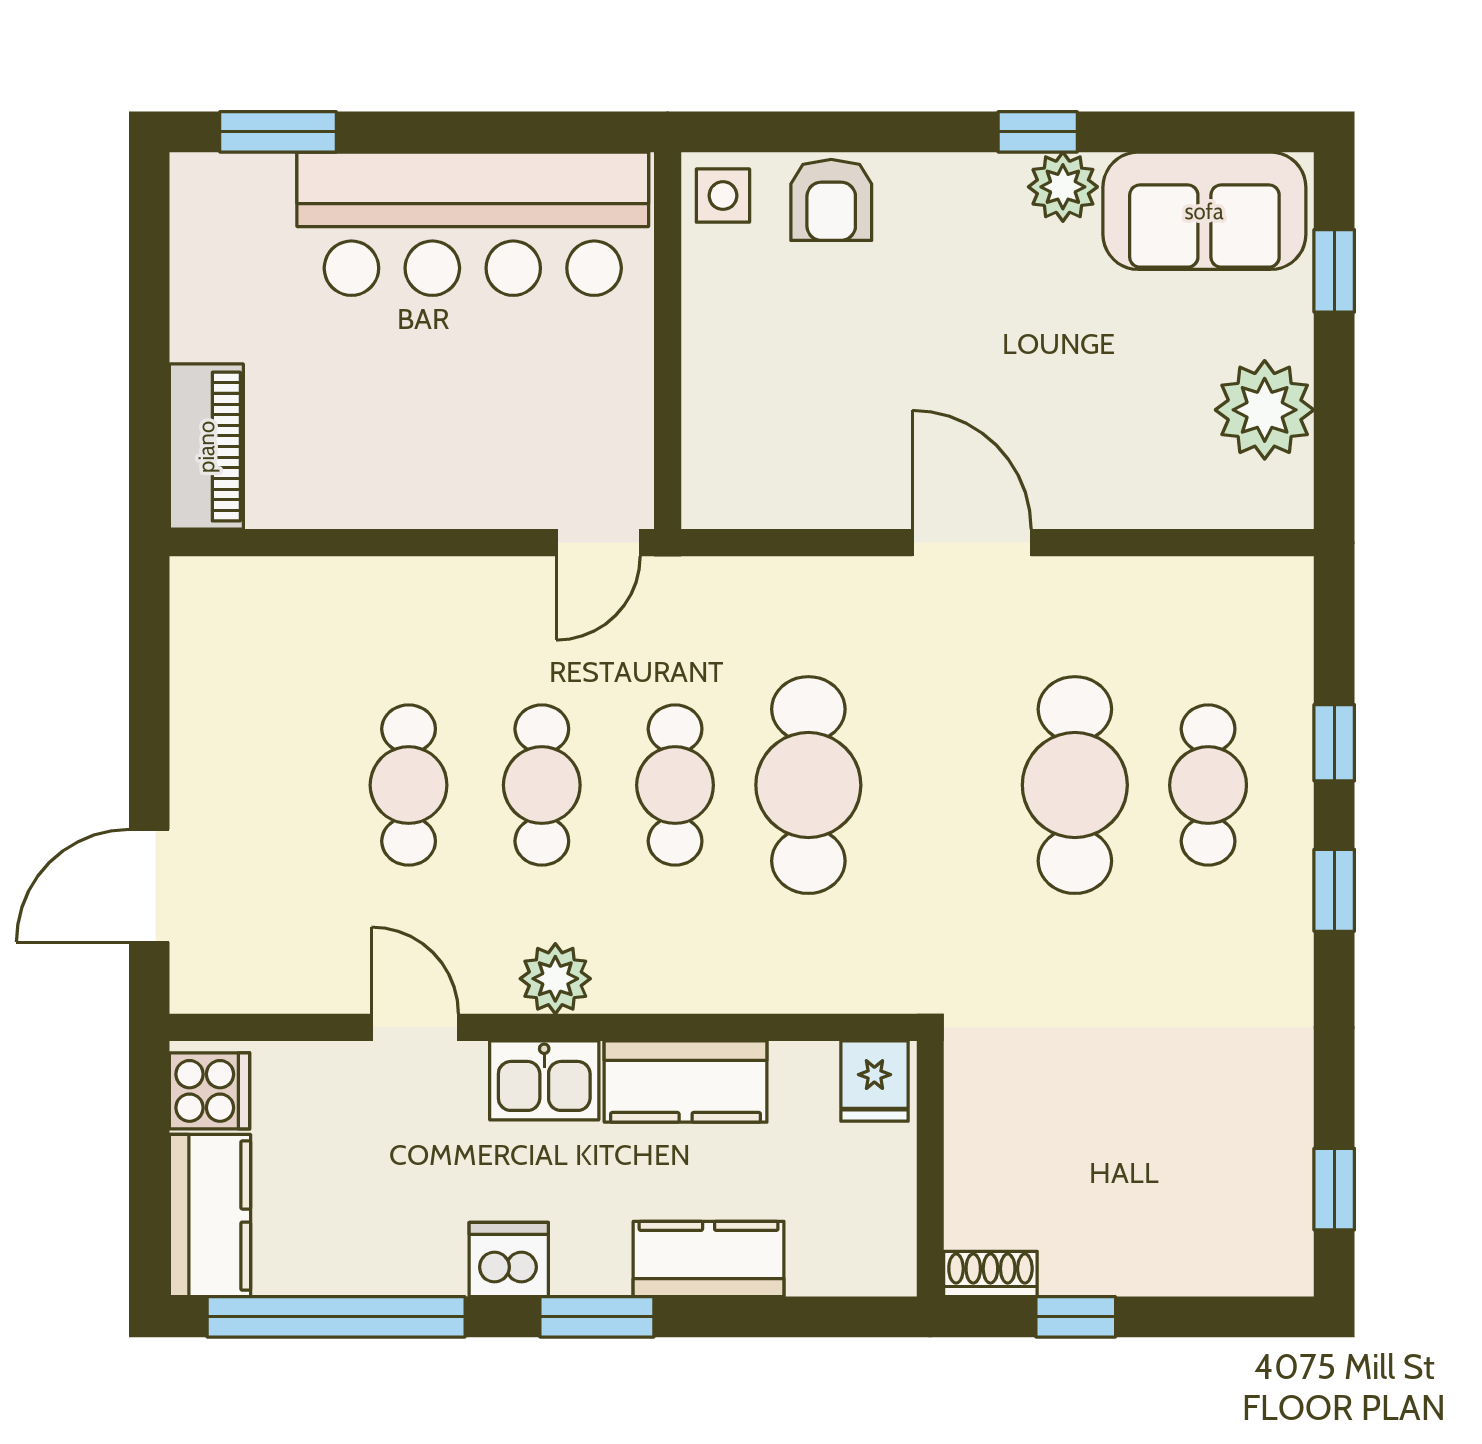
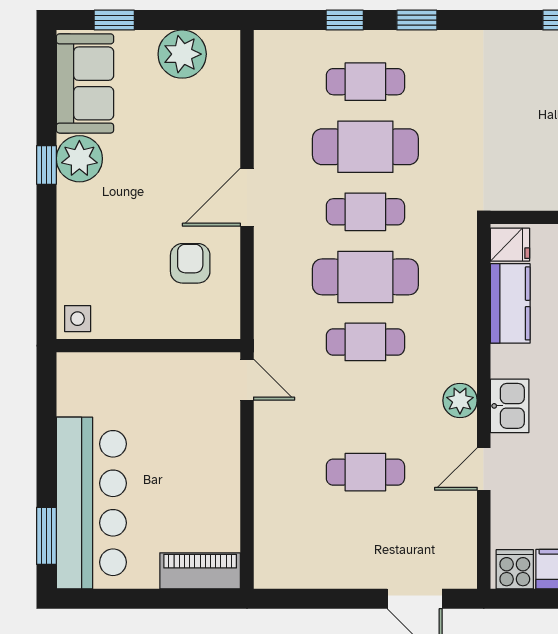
plant: (1063, 187) -> (79, 159), width x1.36, depth x1.36
armchair: (831, 200) -> (190, 263), moved, turned -90
bar counter: (473, 224) -> (91, 503), moved
cafe table: (542, 785) -> (365, 212), moved
kitchen counter: (686, 1082) -> (510, 303), moved

